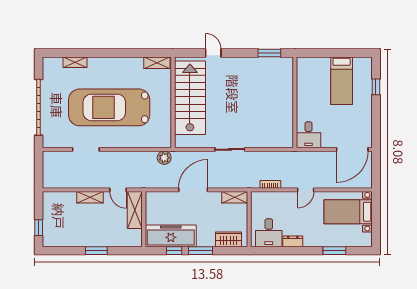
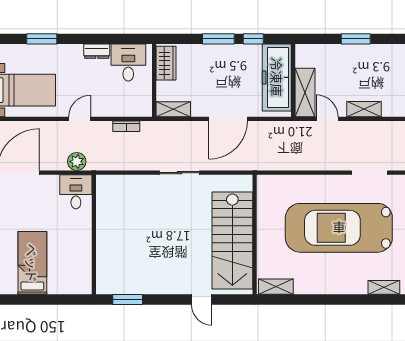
car: (109, 107) -> (339, 228), turned 180
plant: (164, 158) -> (77, 162), moved
freezer: (171, 236) -> (277, 77), moved, turned 90
wardrobe: (228, 239) -> (166, 63), moved, turned -90

